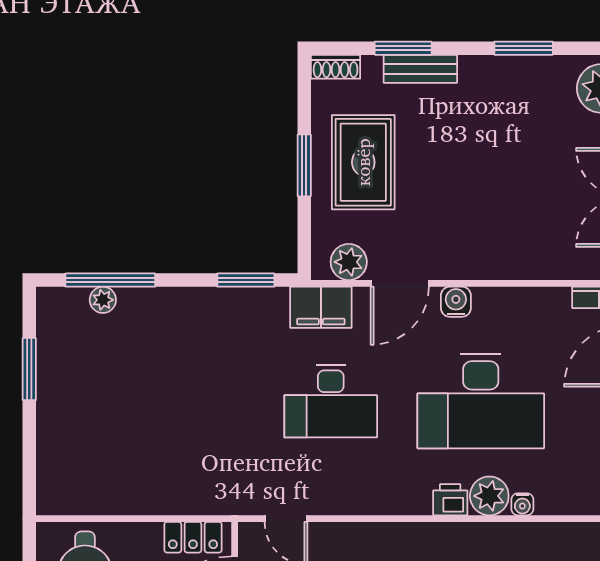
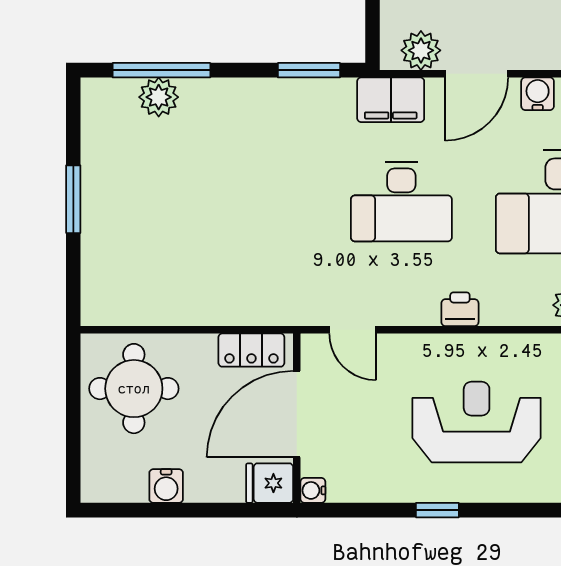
plant: (103, 300) -> (159, 97), width x1.38, depth x1.38
window: (29, 369) -> (73, 199), moved
printer: (450, 500) -> (460, 309), moved

